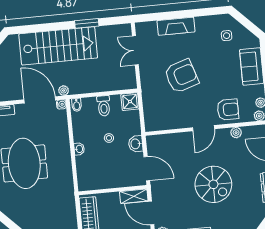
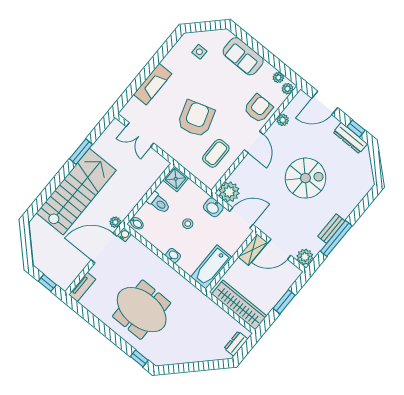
coffee table: (172, 111) -> (216, 153), added
plant: (156, 144) -> (229, 192), added
bathtub: (96, 181) -> (211, 267), added

